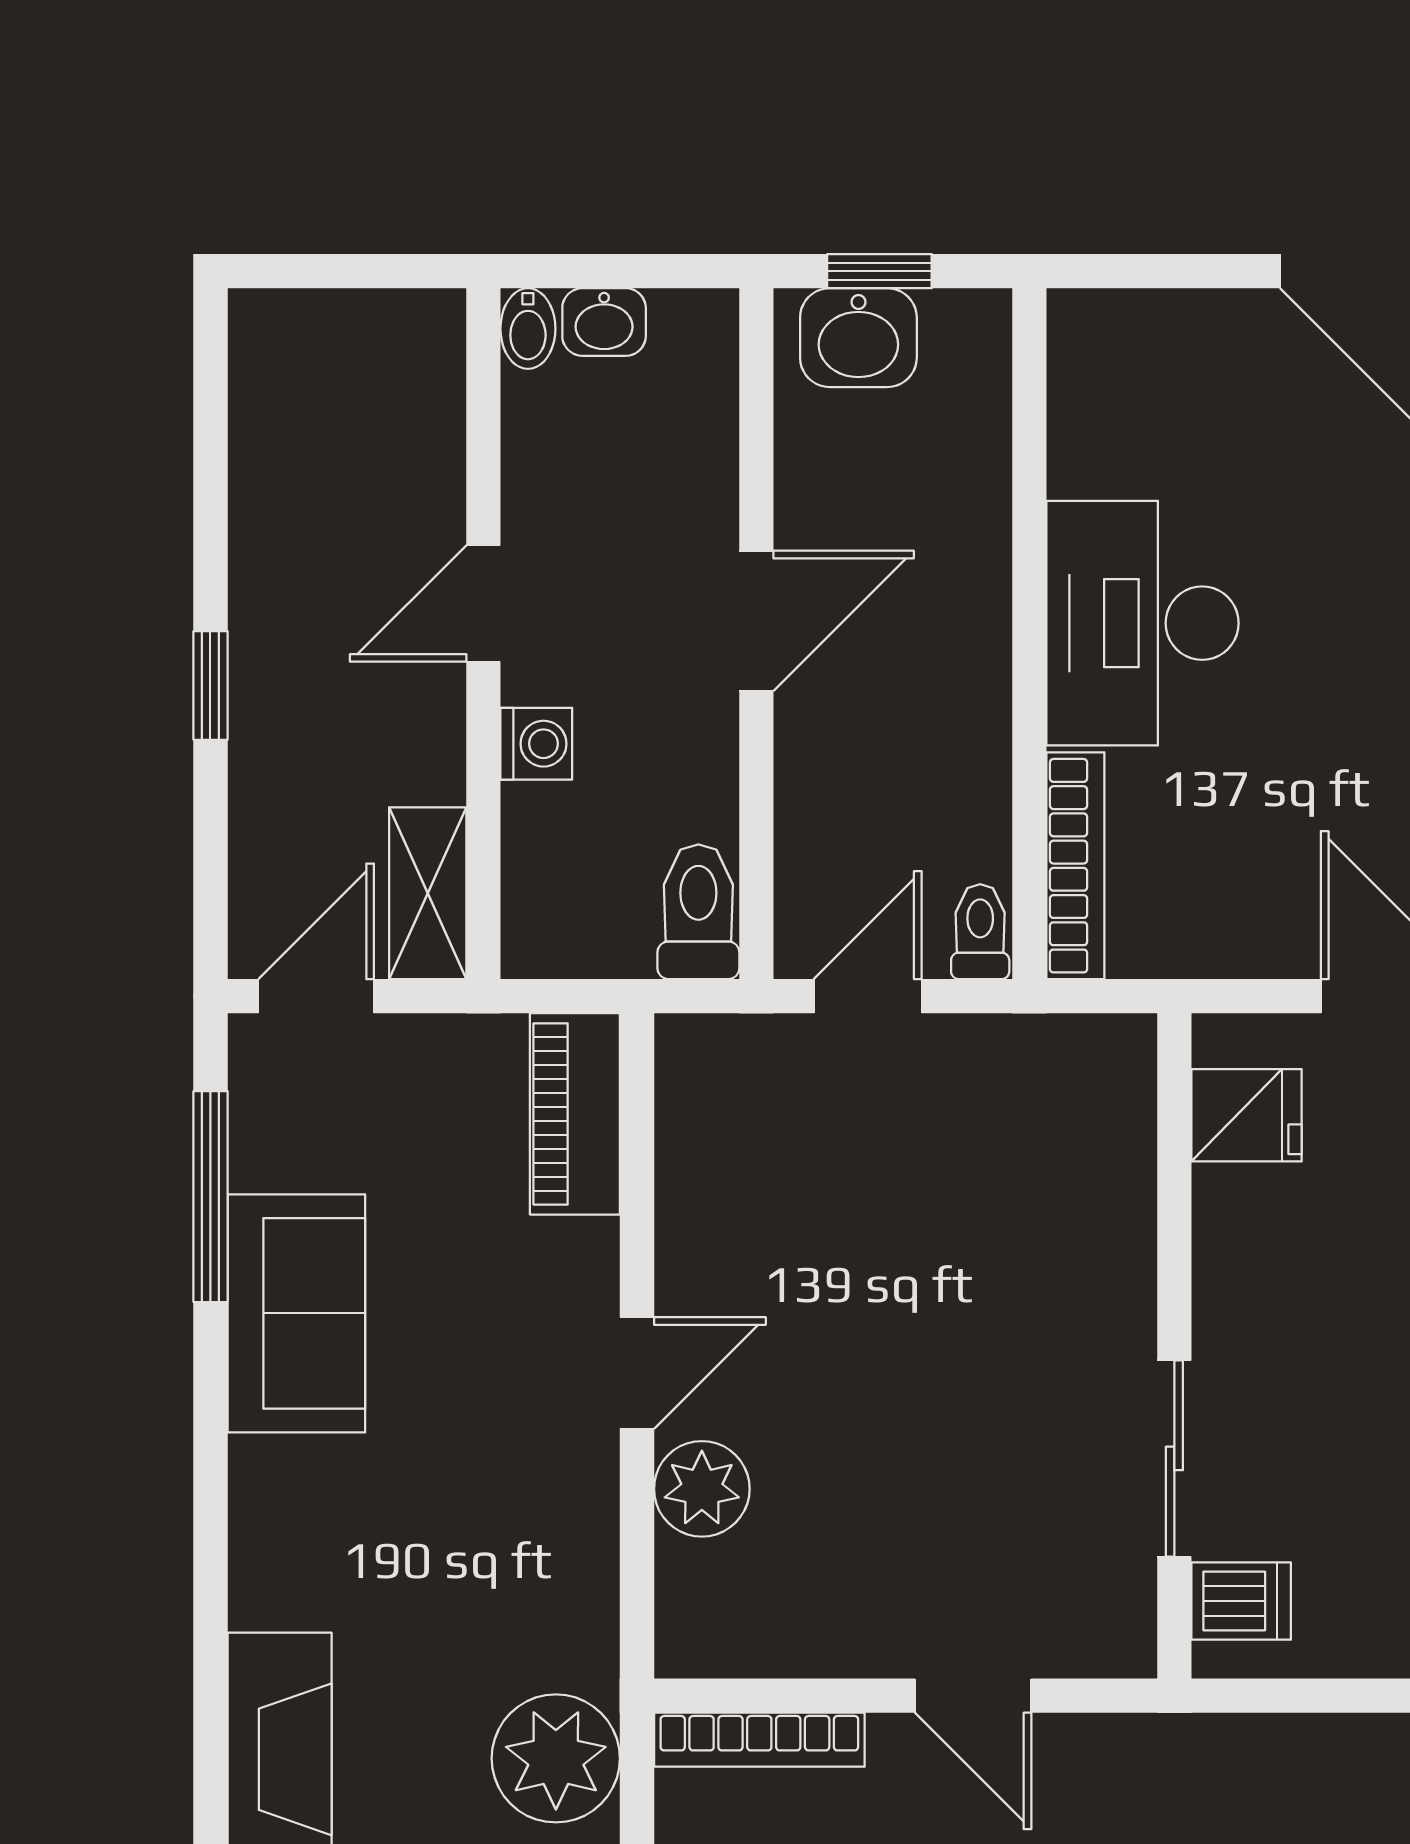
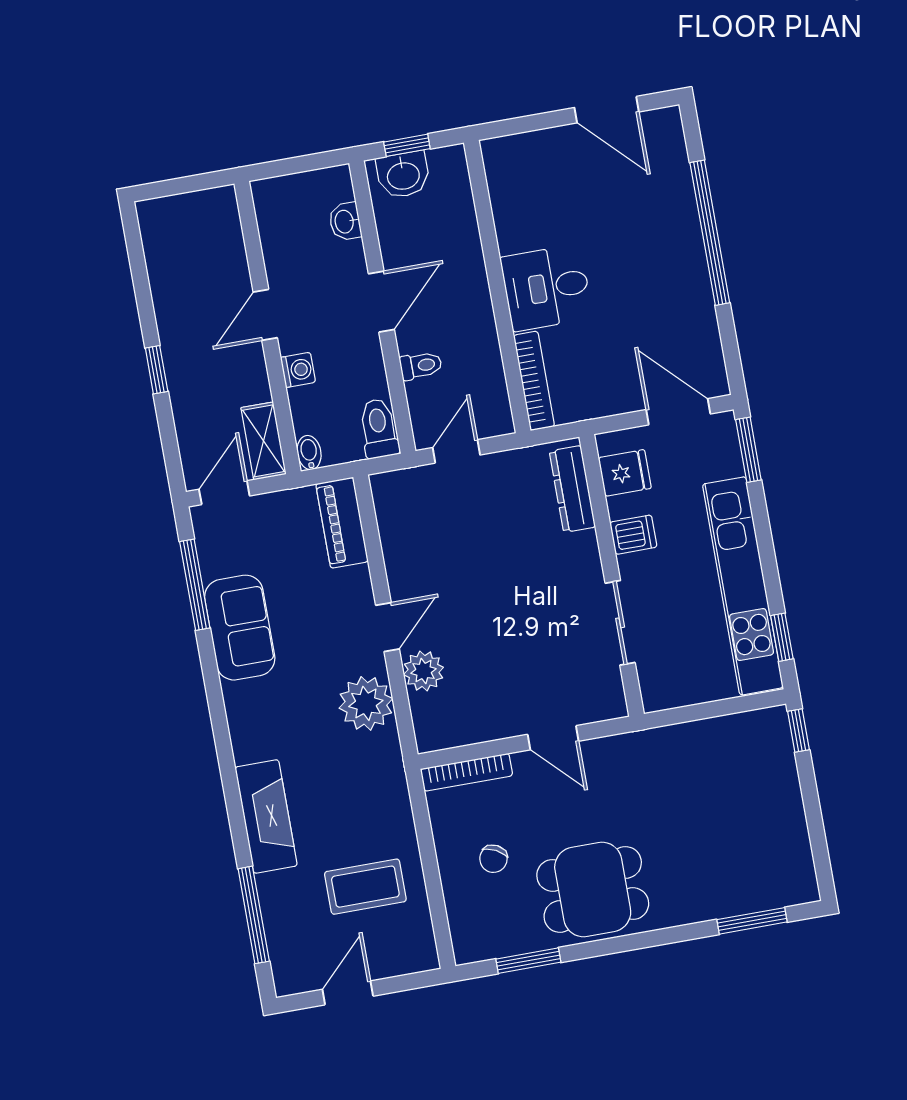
washbasin: (604, 322) -> (345, 221), moved, turned 90
bidet: (528, 329) -> (309, 453), moved, turned 180
desk: (1143, 623) -> (547, 288), width x0.73
toilet: (980, 932) -> (421, 366), moved, turned 90
dresser: (1119, 1131) -> (572, 489), added
dishwasher: (1241, 1601) -> (633, 535), moved
plant: (556, 1758) -> (366, 703), moved

